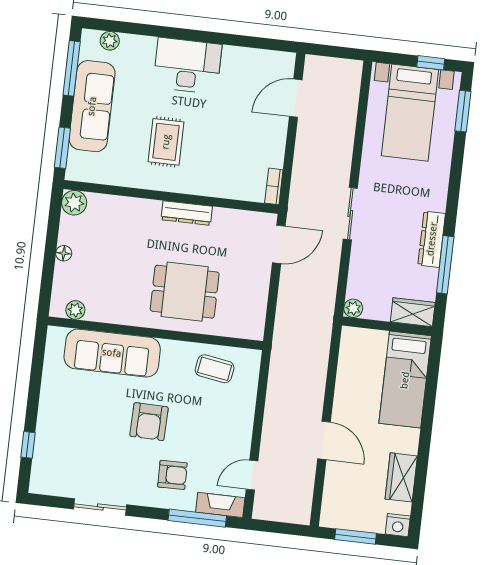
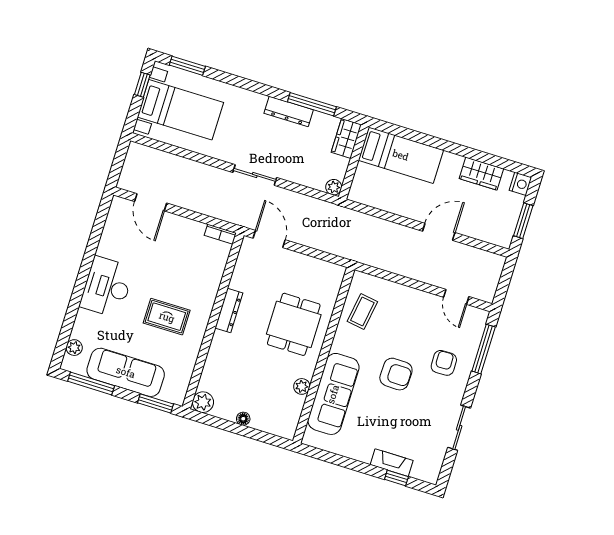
plant: (75, 310) -> (302, 386), moved
fireplace: (220, 505) -> (392, 463), moved, turned 90

